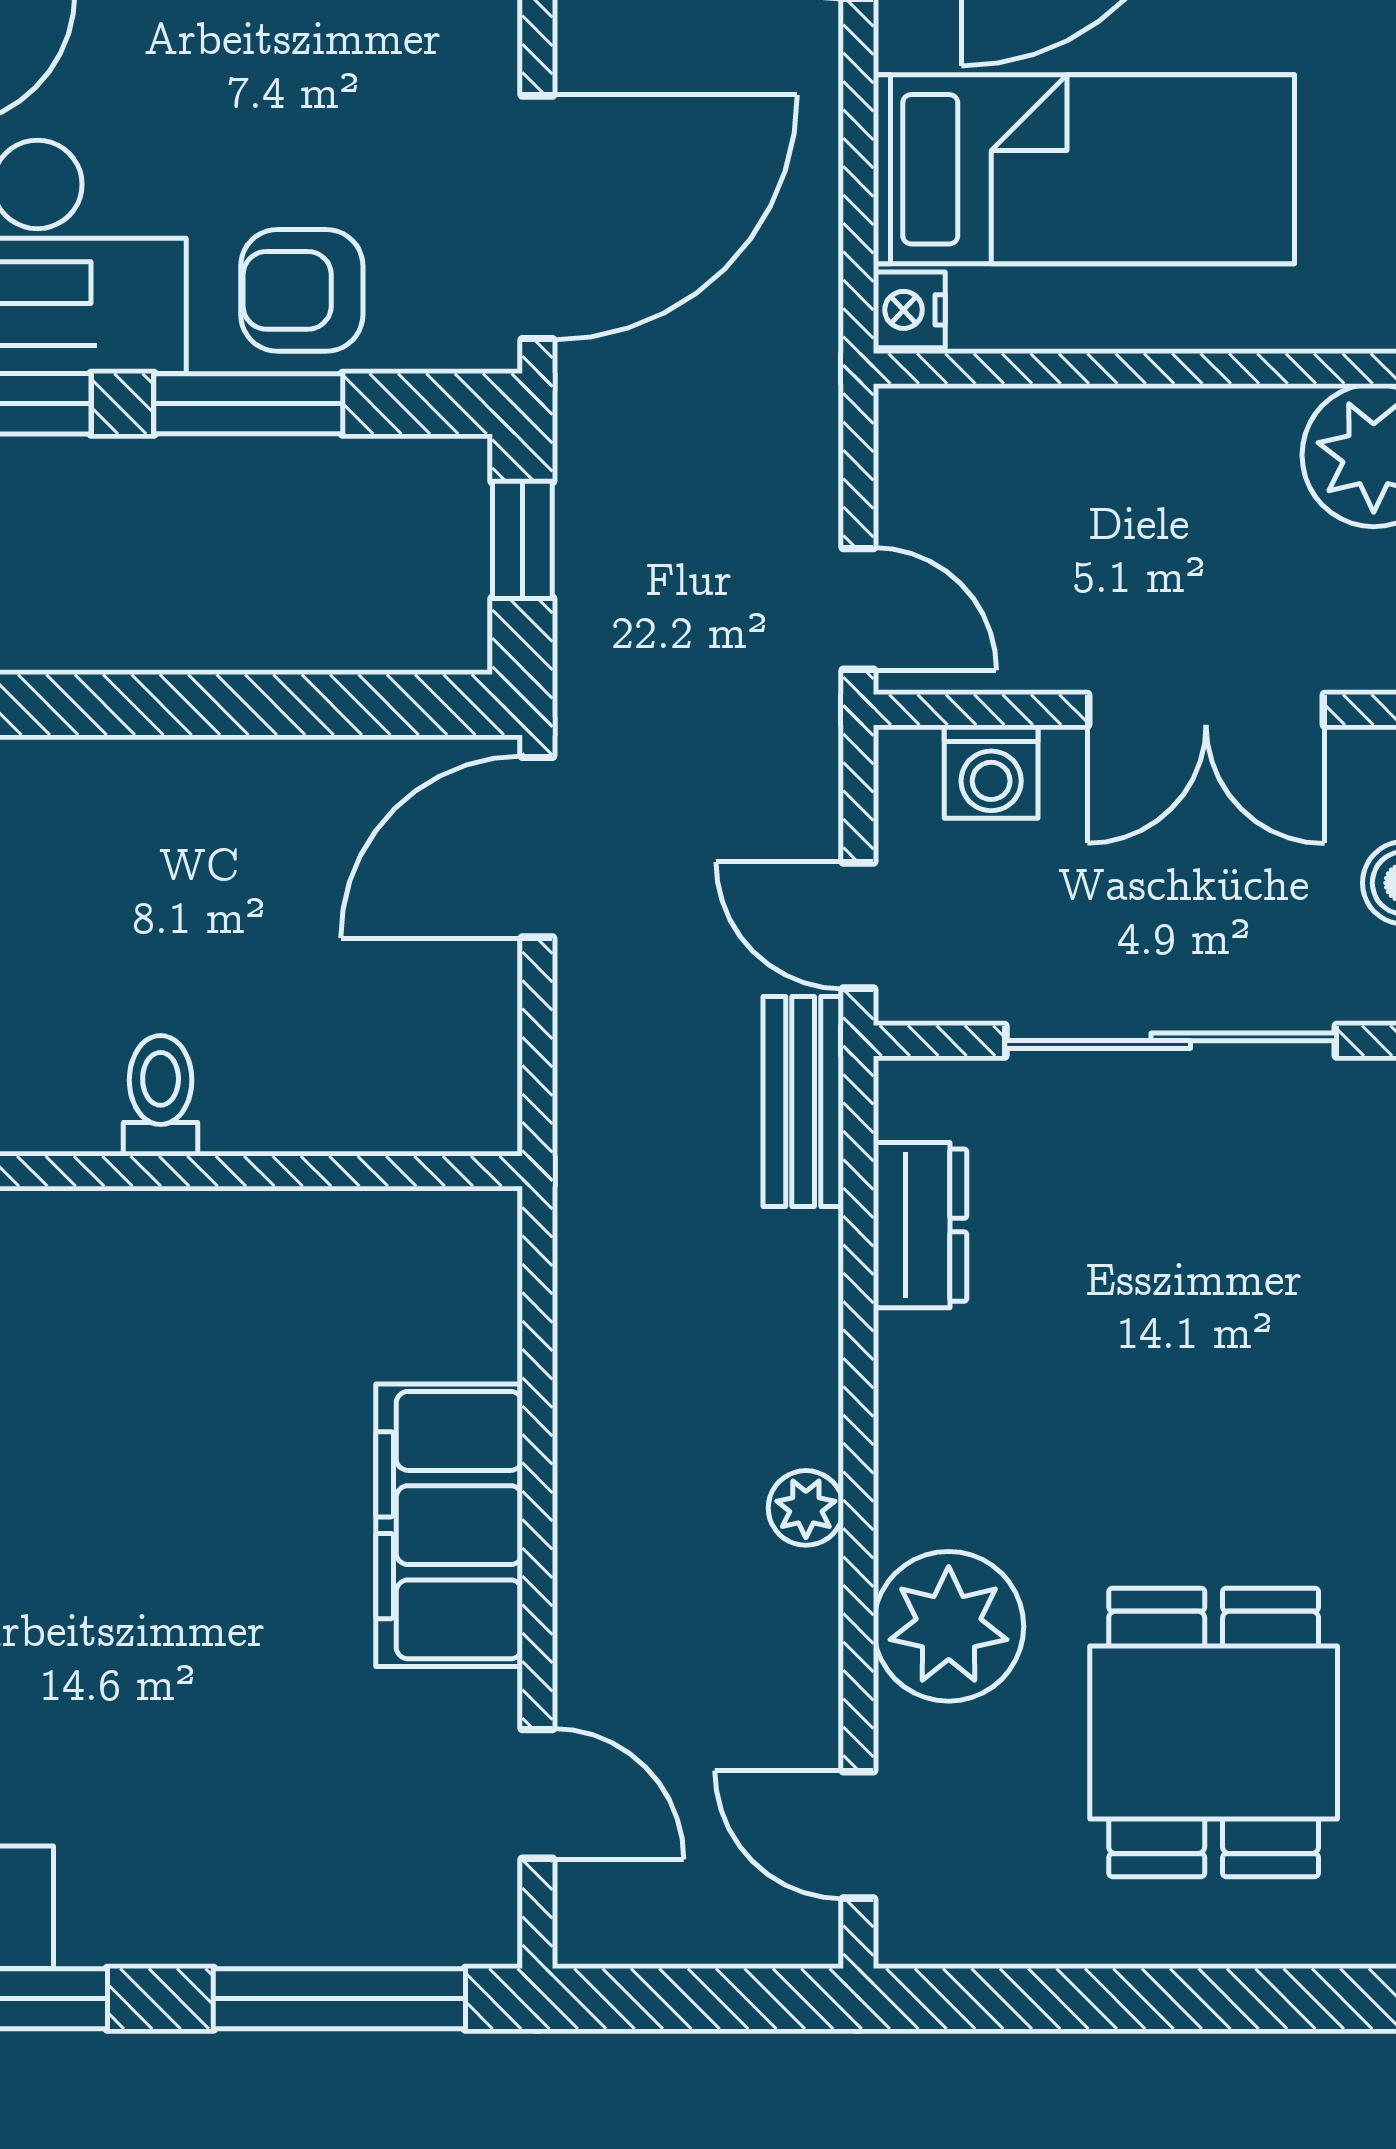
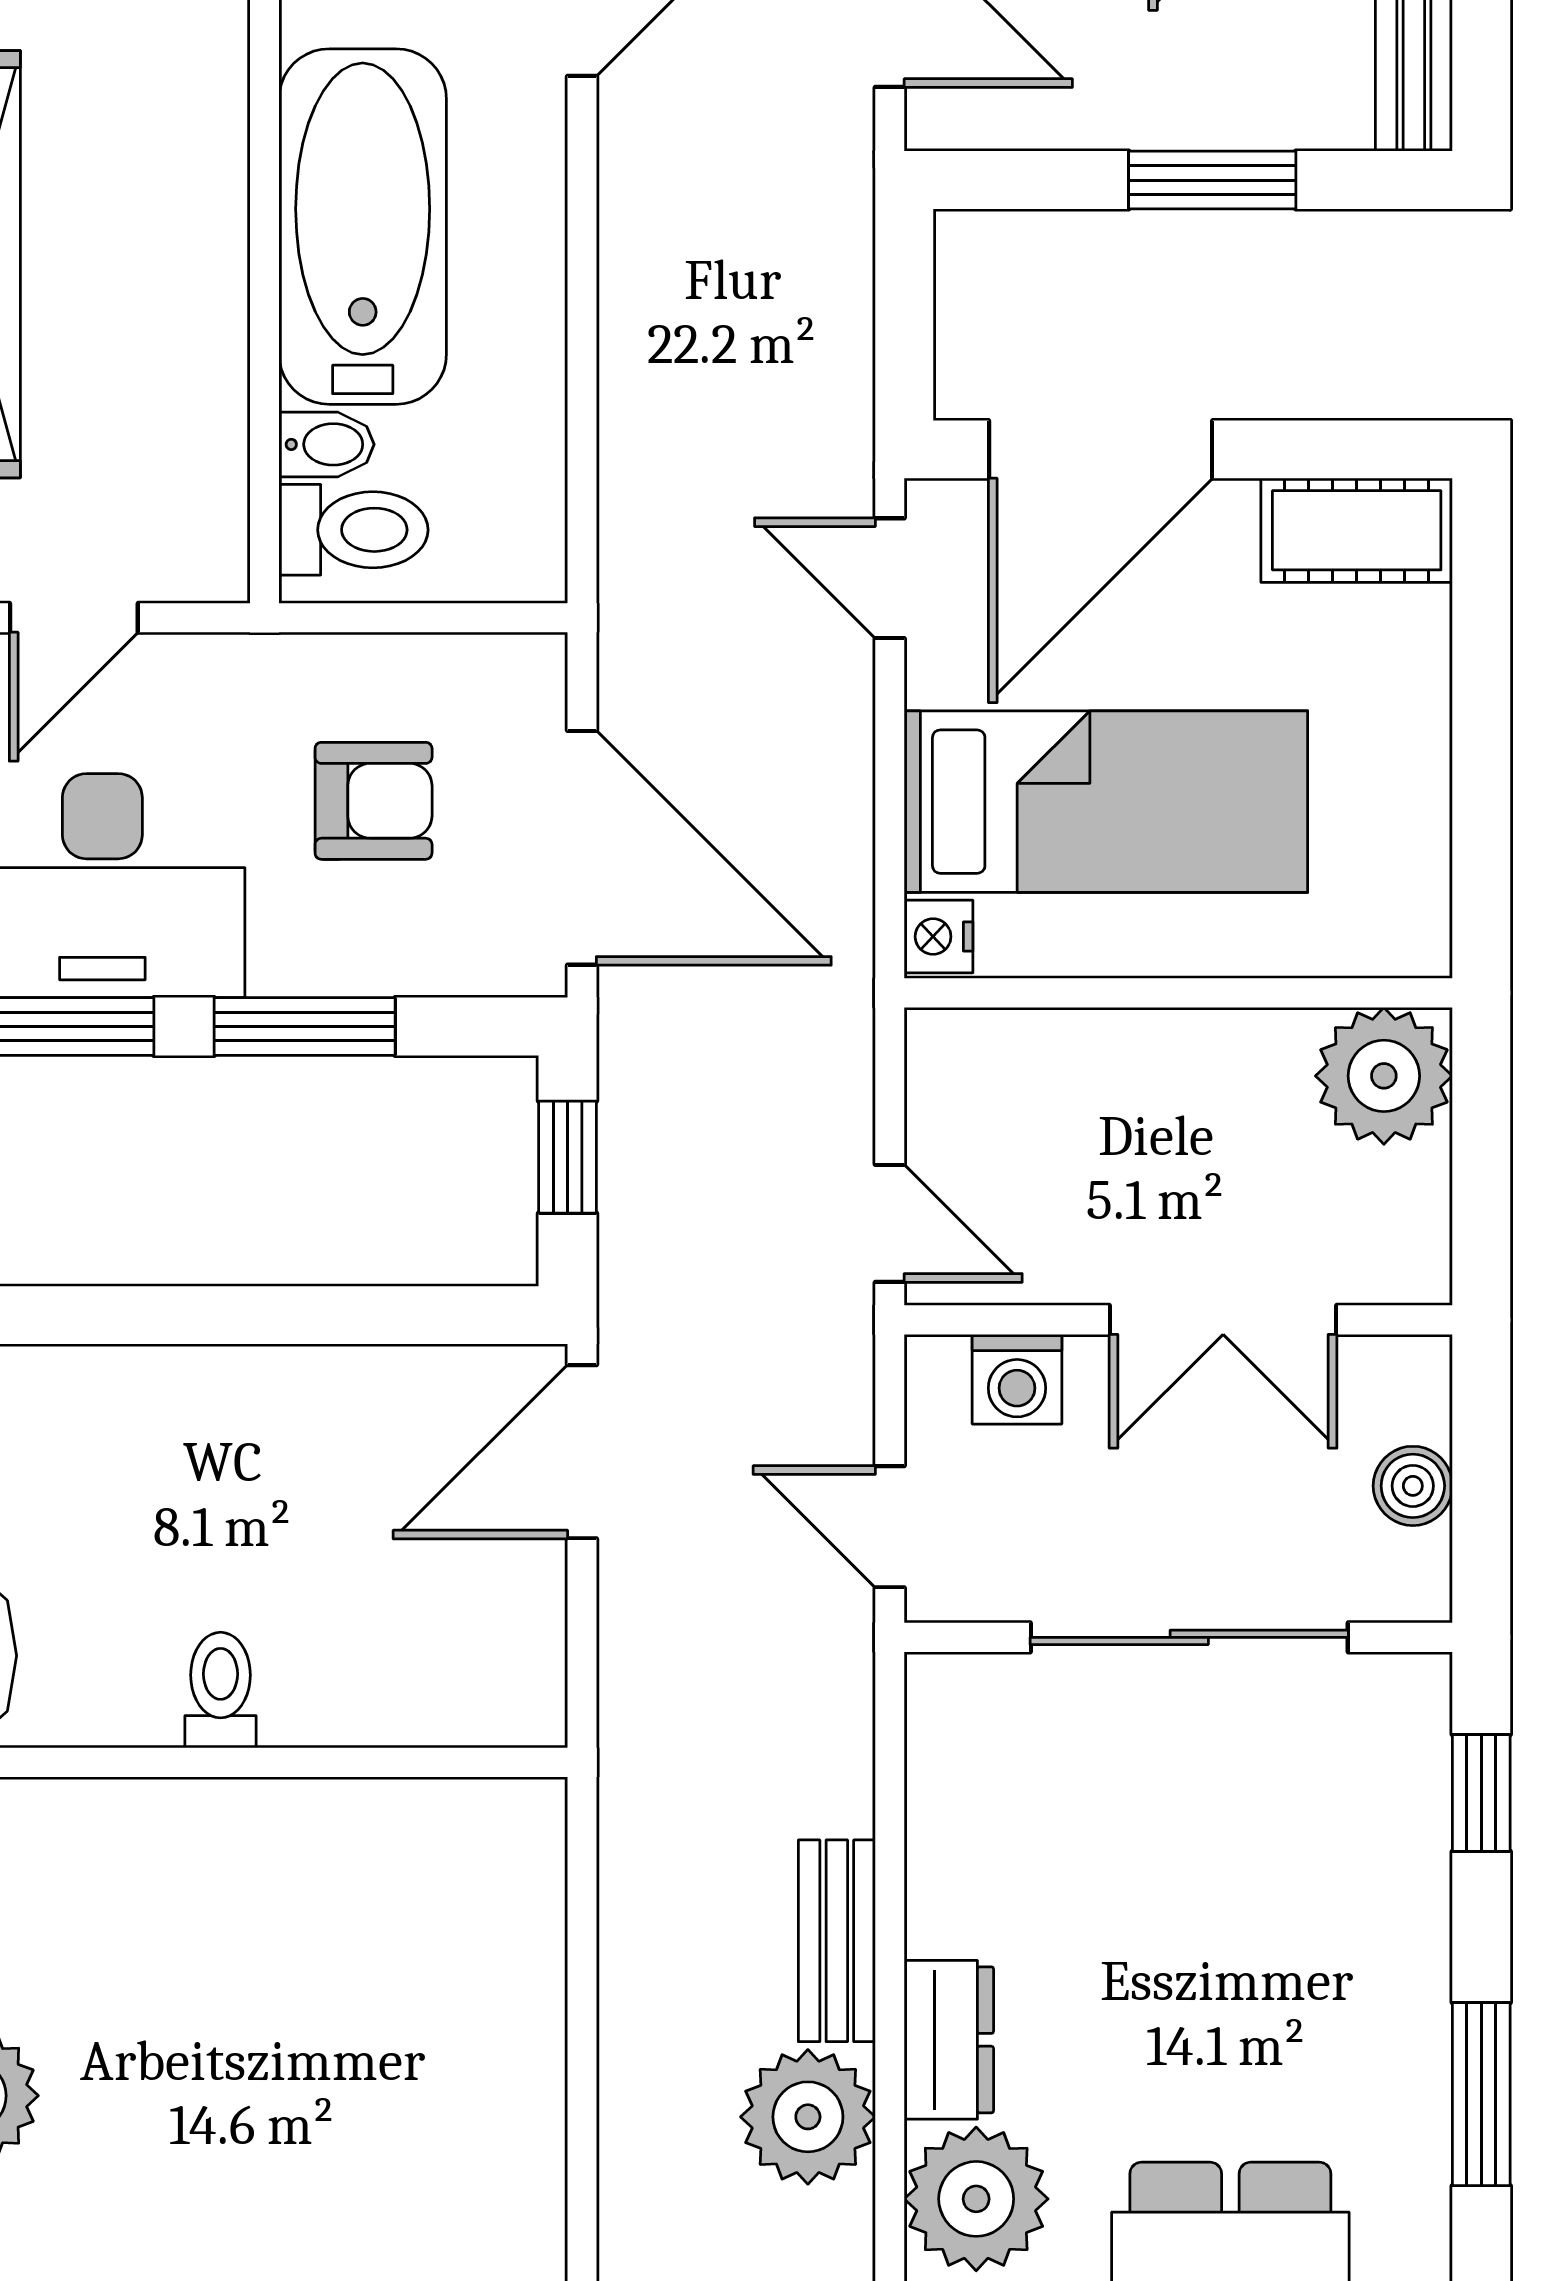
door: (537, 217) -> (582, 848), hinge flipped
armchair: (302, 290) -> (374, 801), moved, turned 180
bench: (803, 1102) -> (837, 1941), moved
dresser: (920, 1225) -> (949, 2040), moved
plant: (806, 1508) -> (808, 2117), width x1.87, depth x1.87
filing cabinet: (449, 1525) -> (497, 2102), removed

